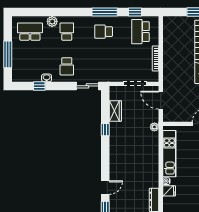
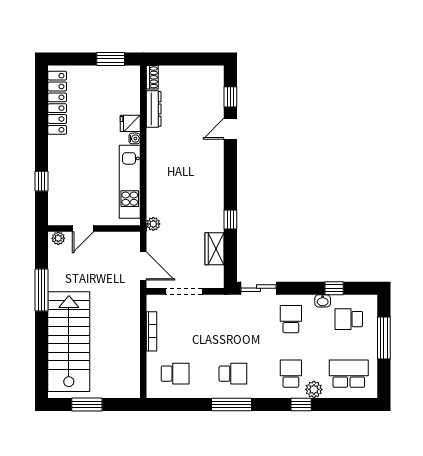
window: (135, 12) -> (301, 404), moved
school desk: (30, 32) -> (349, 374), turned 180
school desk: (67, 32) -> (291, 374), turned 180
school desk: (140, 32) -> (175, 374), width x0.54
school desk: (30, 66) -> (349, 319), added

